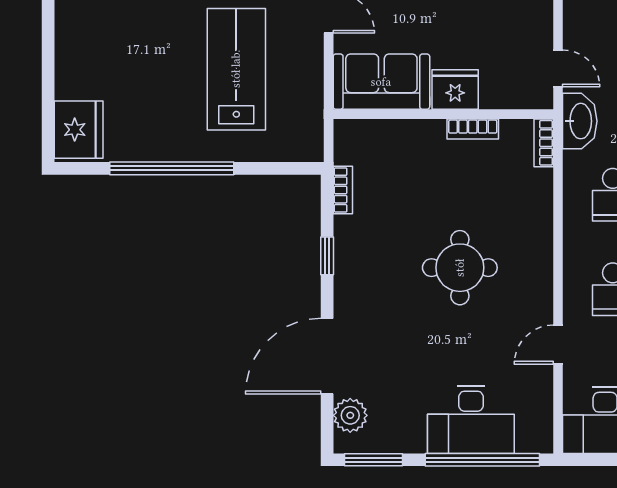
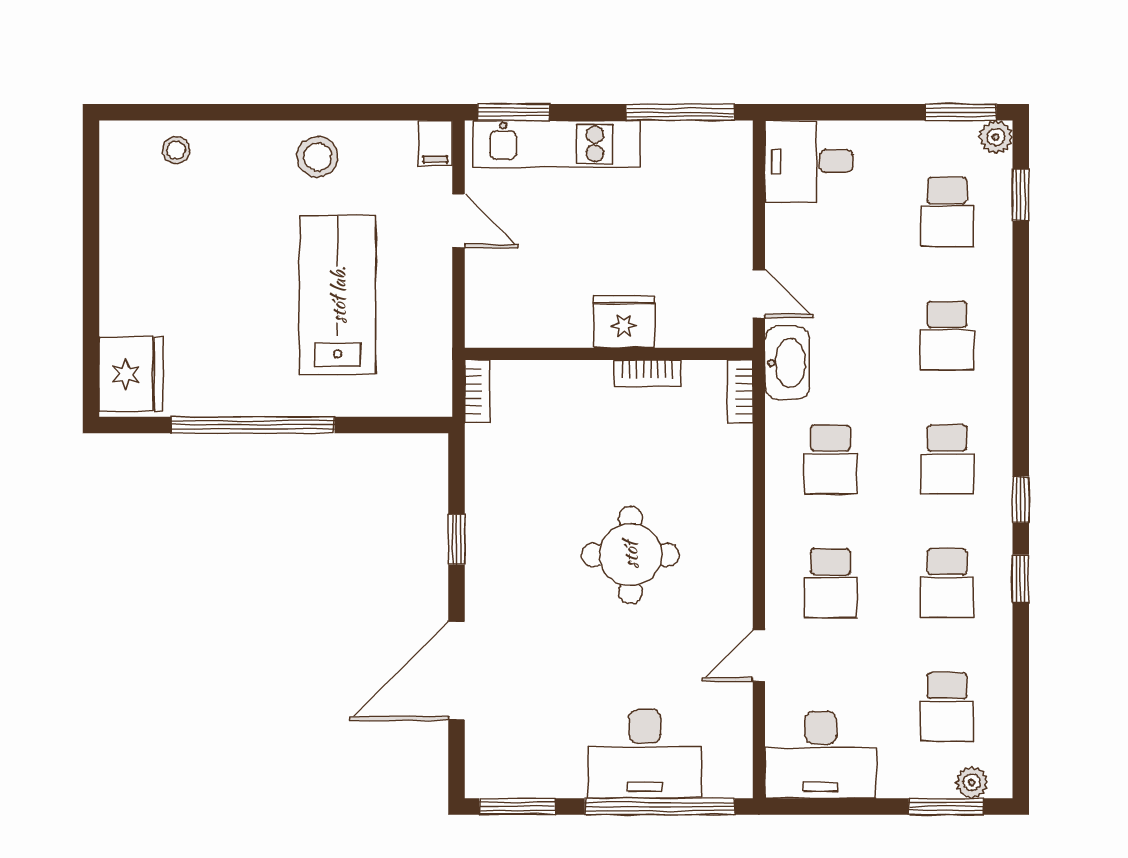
sofa: (381, 82) -> (528, 311), removed
bookcase: (343, 190) -> (477, 391), moved
plant: (350, 415) -> (487, 748), removed

